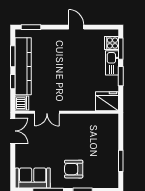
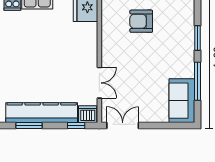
window: (13, 82) -> (76, 126), moved
armchair: (74, 169) -> (141, 21), moved, turned 90

